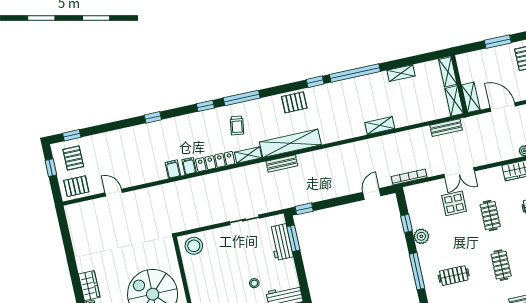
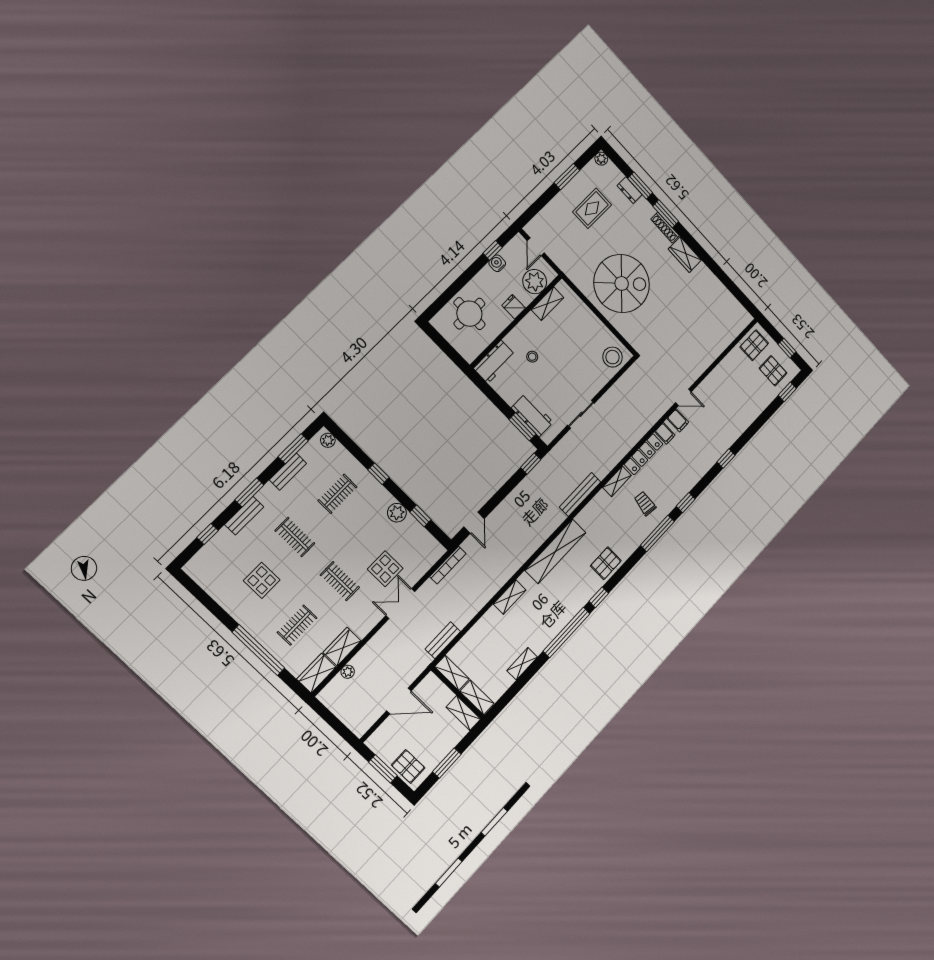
shelving: (471, 97) -> (463, 713), moved
shelving: (290, 143) -> (555, 551), moved
bench: (282, 164) -> (580, 495), width x1.36
door: (114, 193) -> (683, 397), moved
window: (417, 271) -> (378, 474), width x0.46

